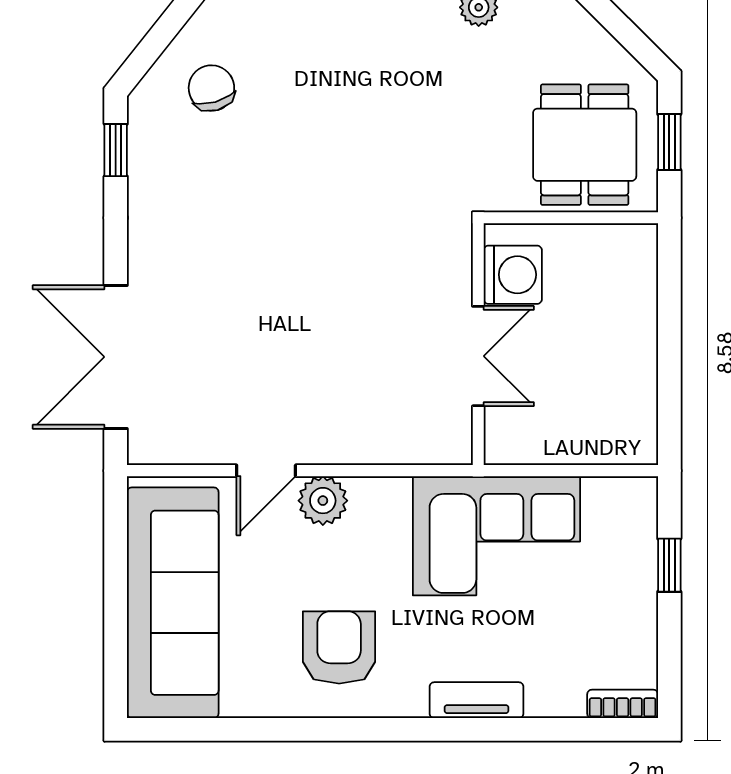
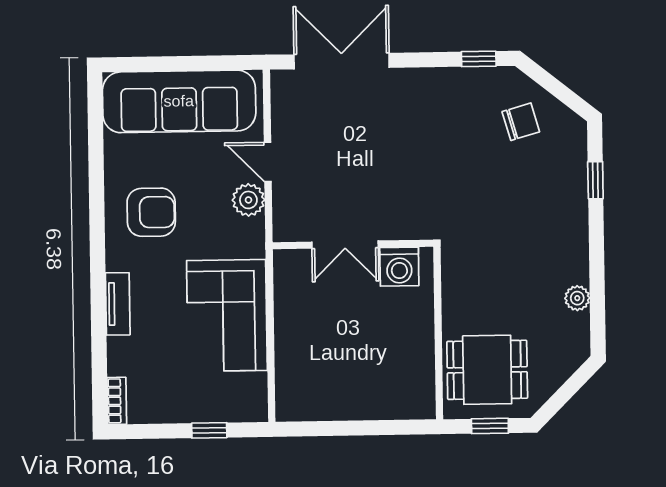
washing machine: (513, 275) -> (399, 267), moved
wall: (478, 344) -> (353, 244), moved
double door: (478, 356) -> (345, 245), moved

